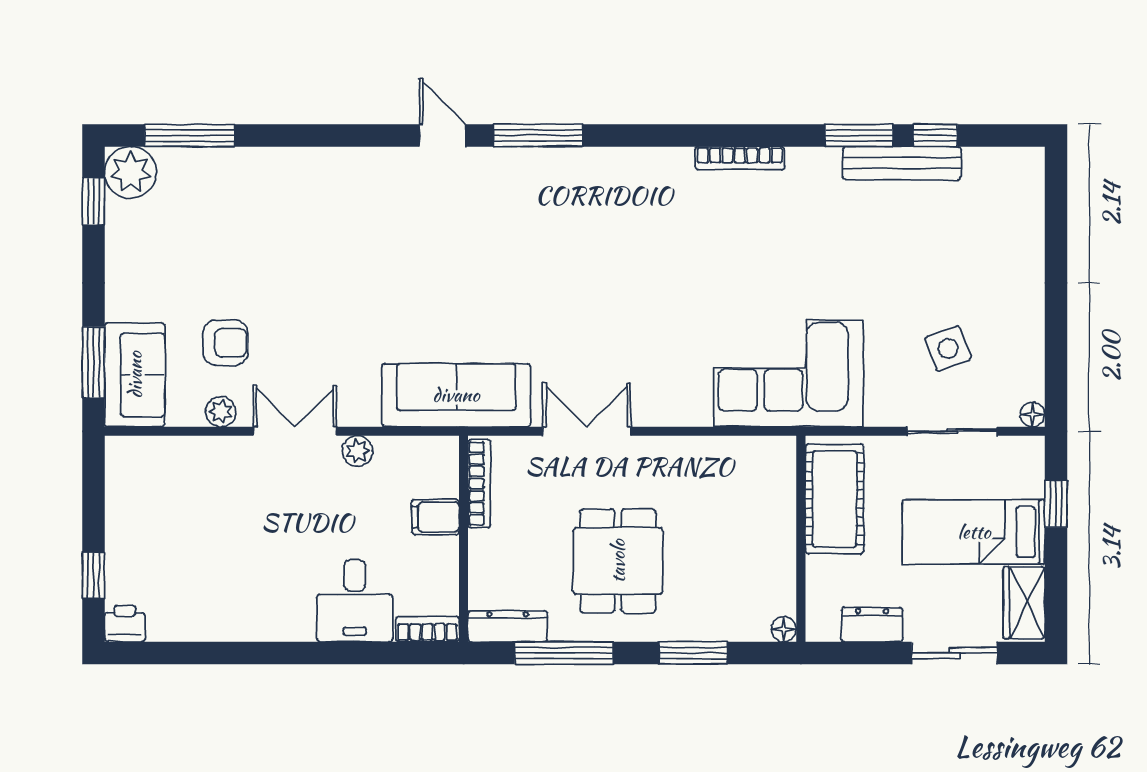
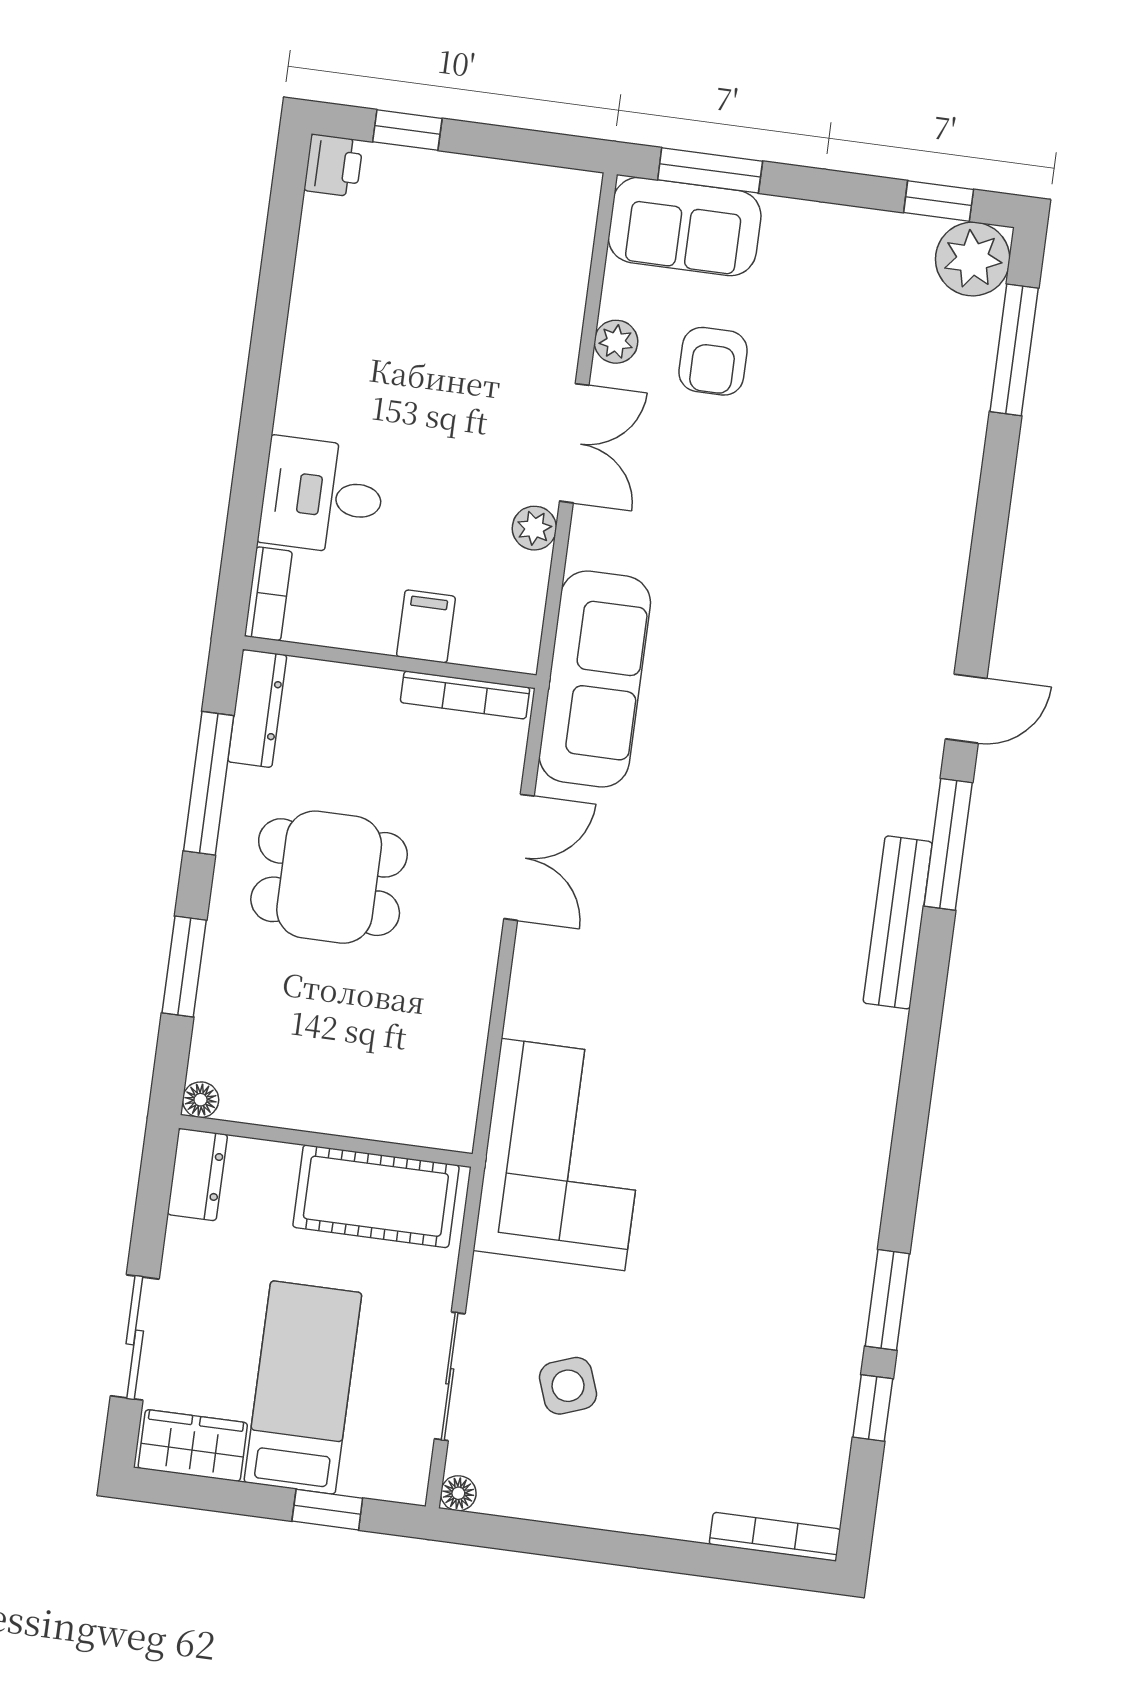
bookcase: (740, 158) -> (775, 1537), moved, turned 90
bench: (902, 163) -> (898, 922), moved
dresser: (872, 625) -> (197, 1174), moved

